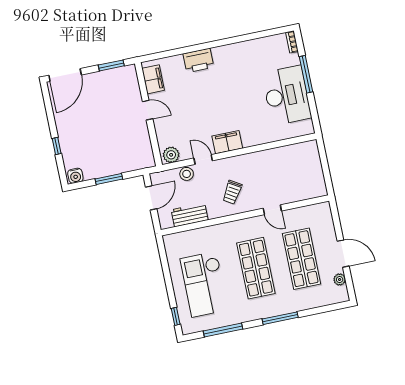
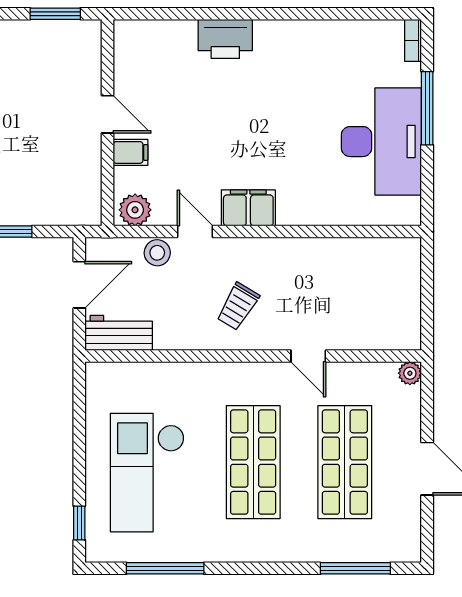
filing cabinet: (153, 79) -> (130, 152), moved, width x0.50
workbench: (190, 215) -> (119, 333), moved
plant: (340, 280) -> (410, 373), moved
window: (280, 318) -> (355, 568), moved

